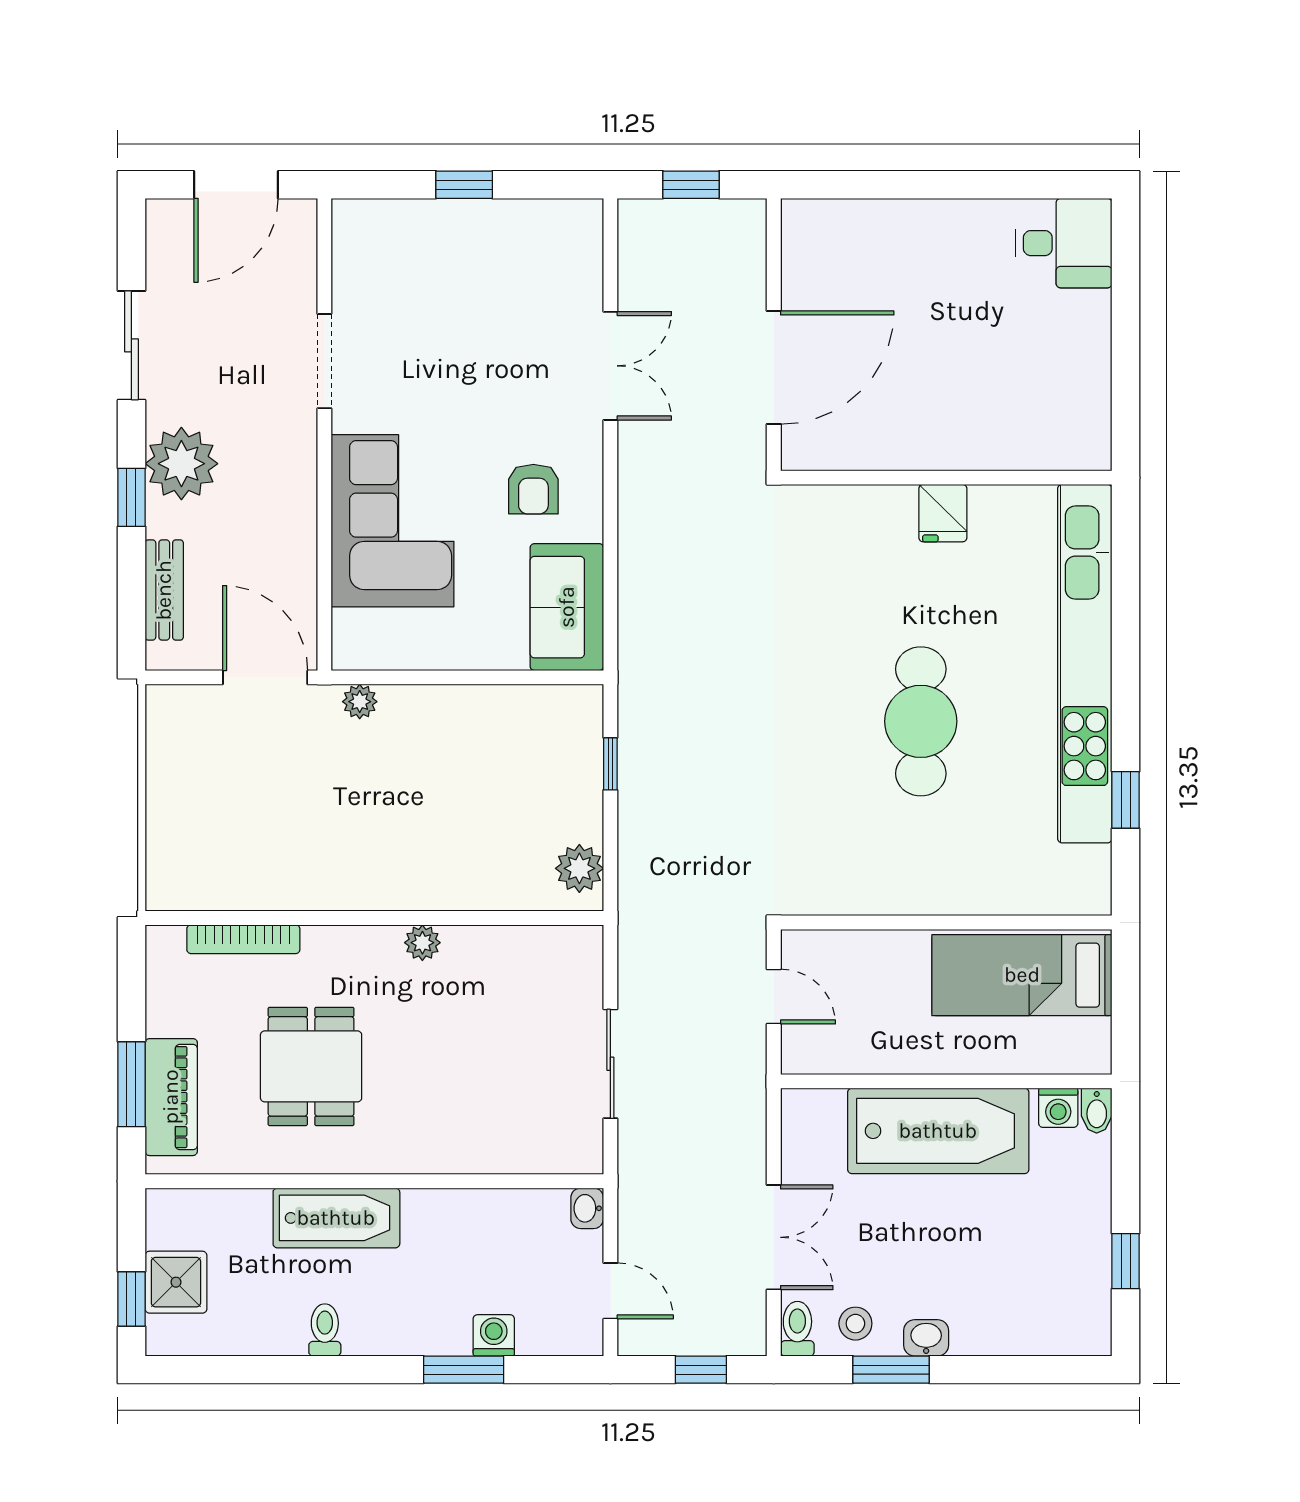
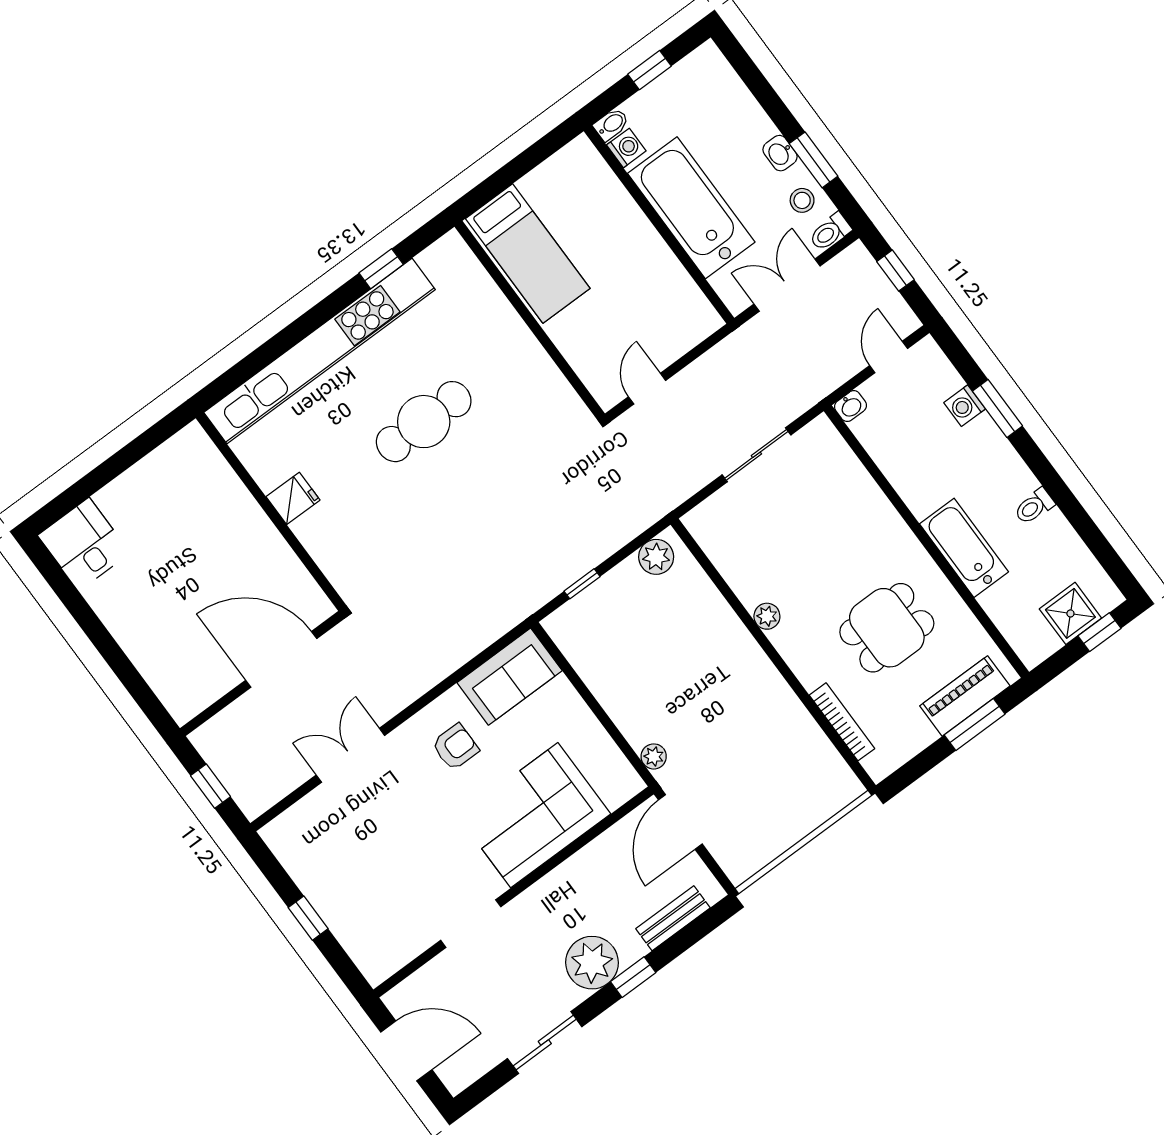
wall: (946, 1081) -> (659, 224), moved
washing machine: (1058, 1108) -> (626, 148), moved
bidet: (1097, 1111) -> (611, 124), moved
bathtub: (938, 1131) -> (691, 208), moved

